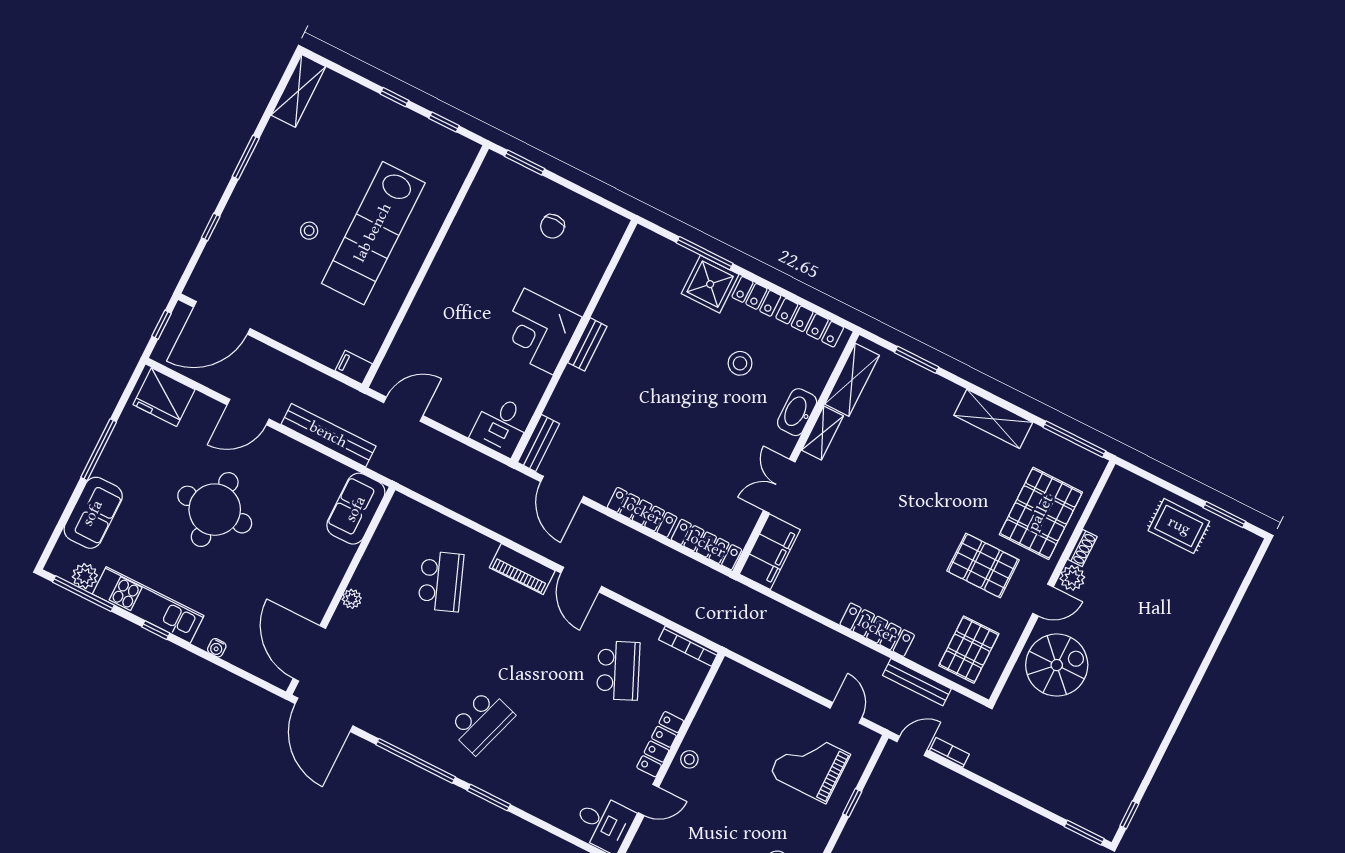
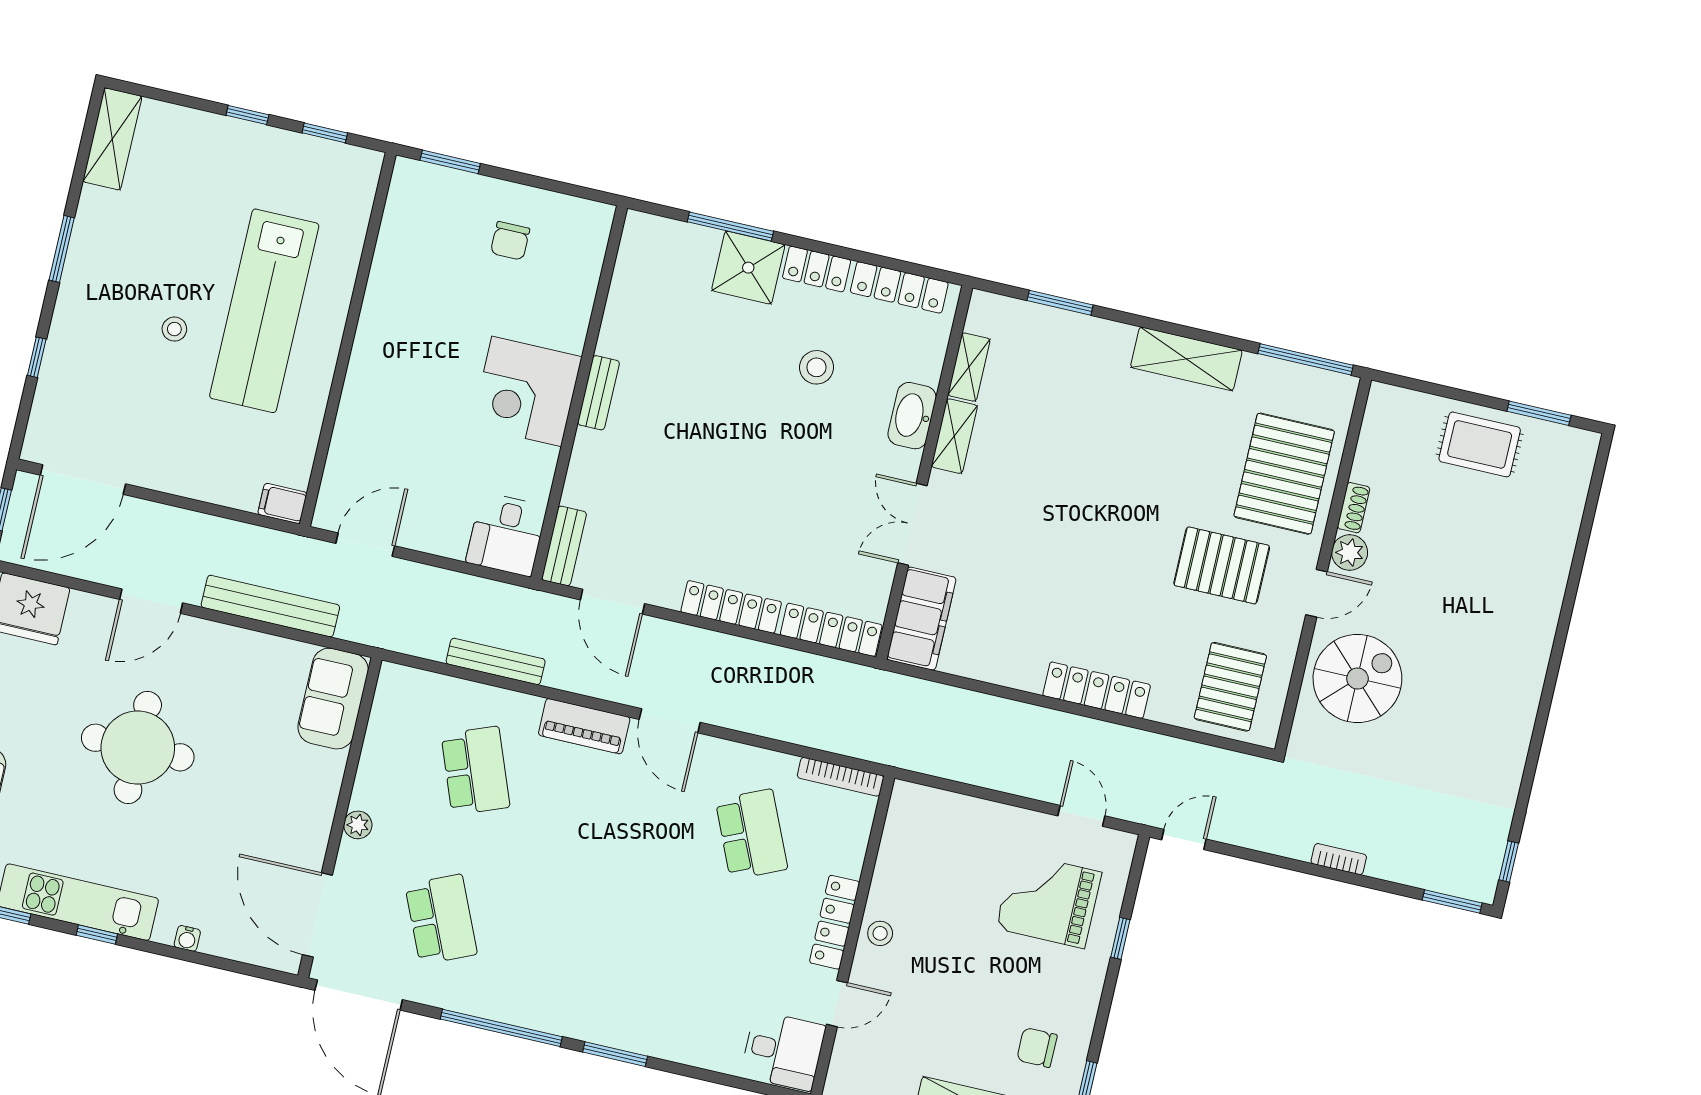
shelving: (852, 380) -> (969, 367), width x0.67, depth x0.75
bench: (917, 682) -> (496, 661), moved
school desk: (481, 722) -> (441, 919), moved, turned -42
bookcase: (949, 752) -> (1339, 859), moved

